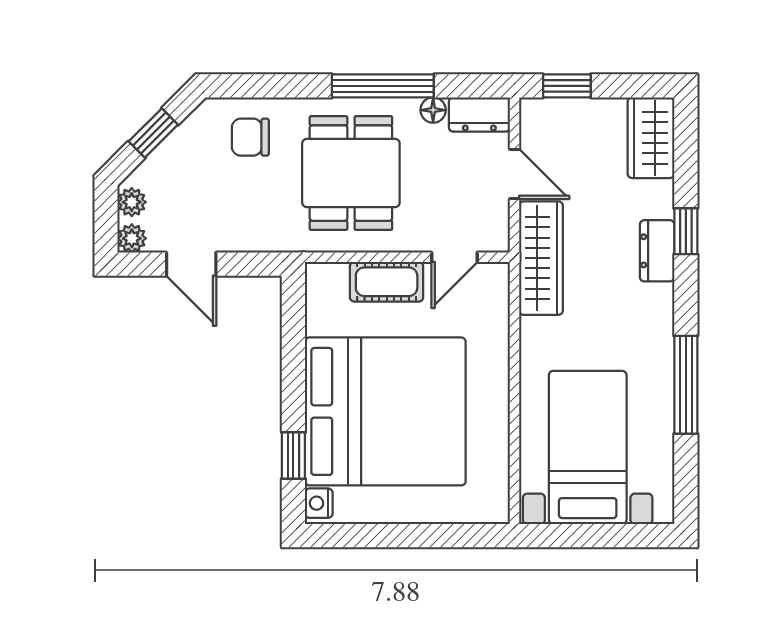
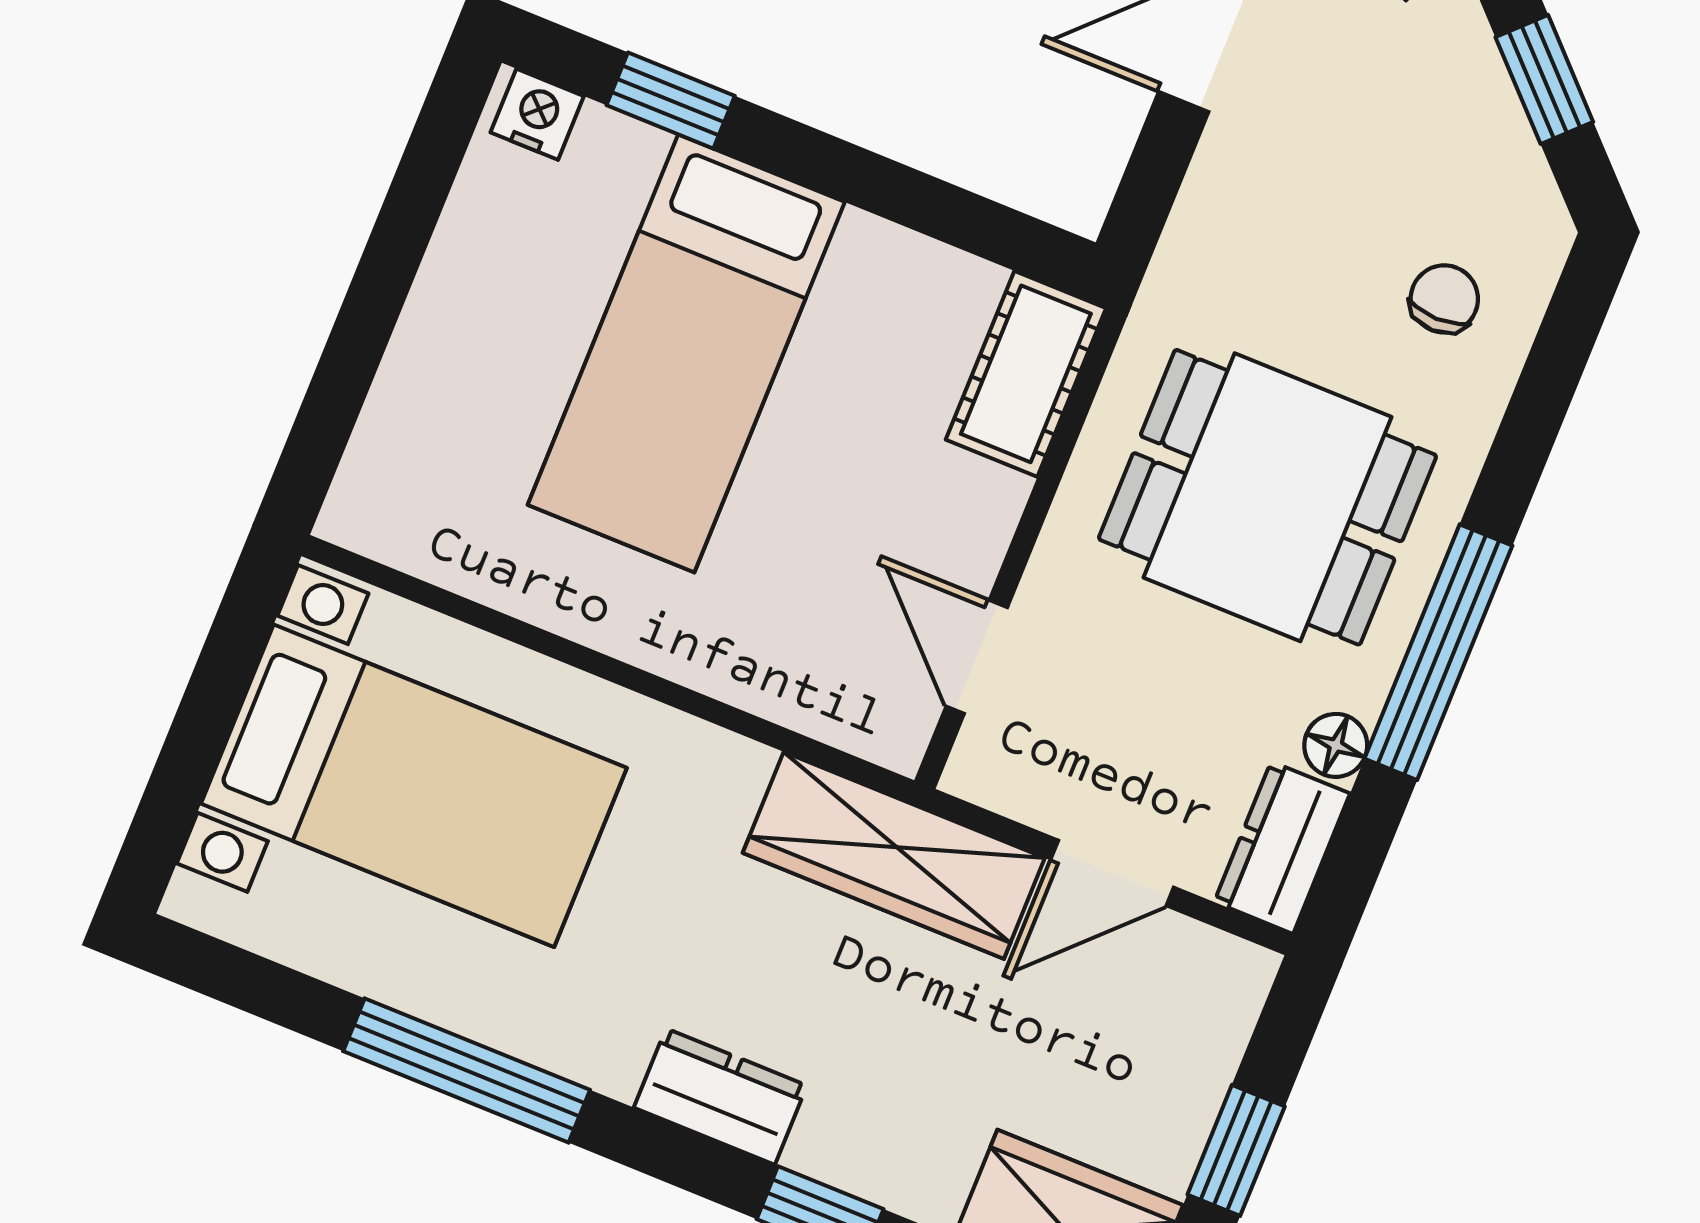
window: (567, 86) -> (1236, 1150), moved
chair: (250, 137) -> (1444, 299), width x0.73, depth x0.73
dresser: (657, 251) -> (720, 1096), moved
cot: (387, 282) -> (1026, 374), moved
bed: (385, 411) -> (686, 353), width x0.49

